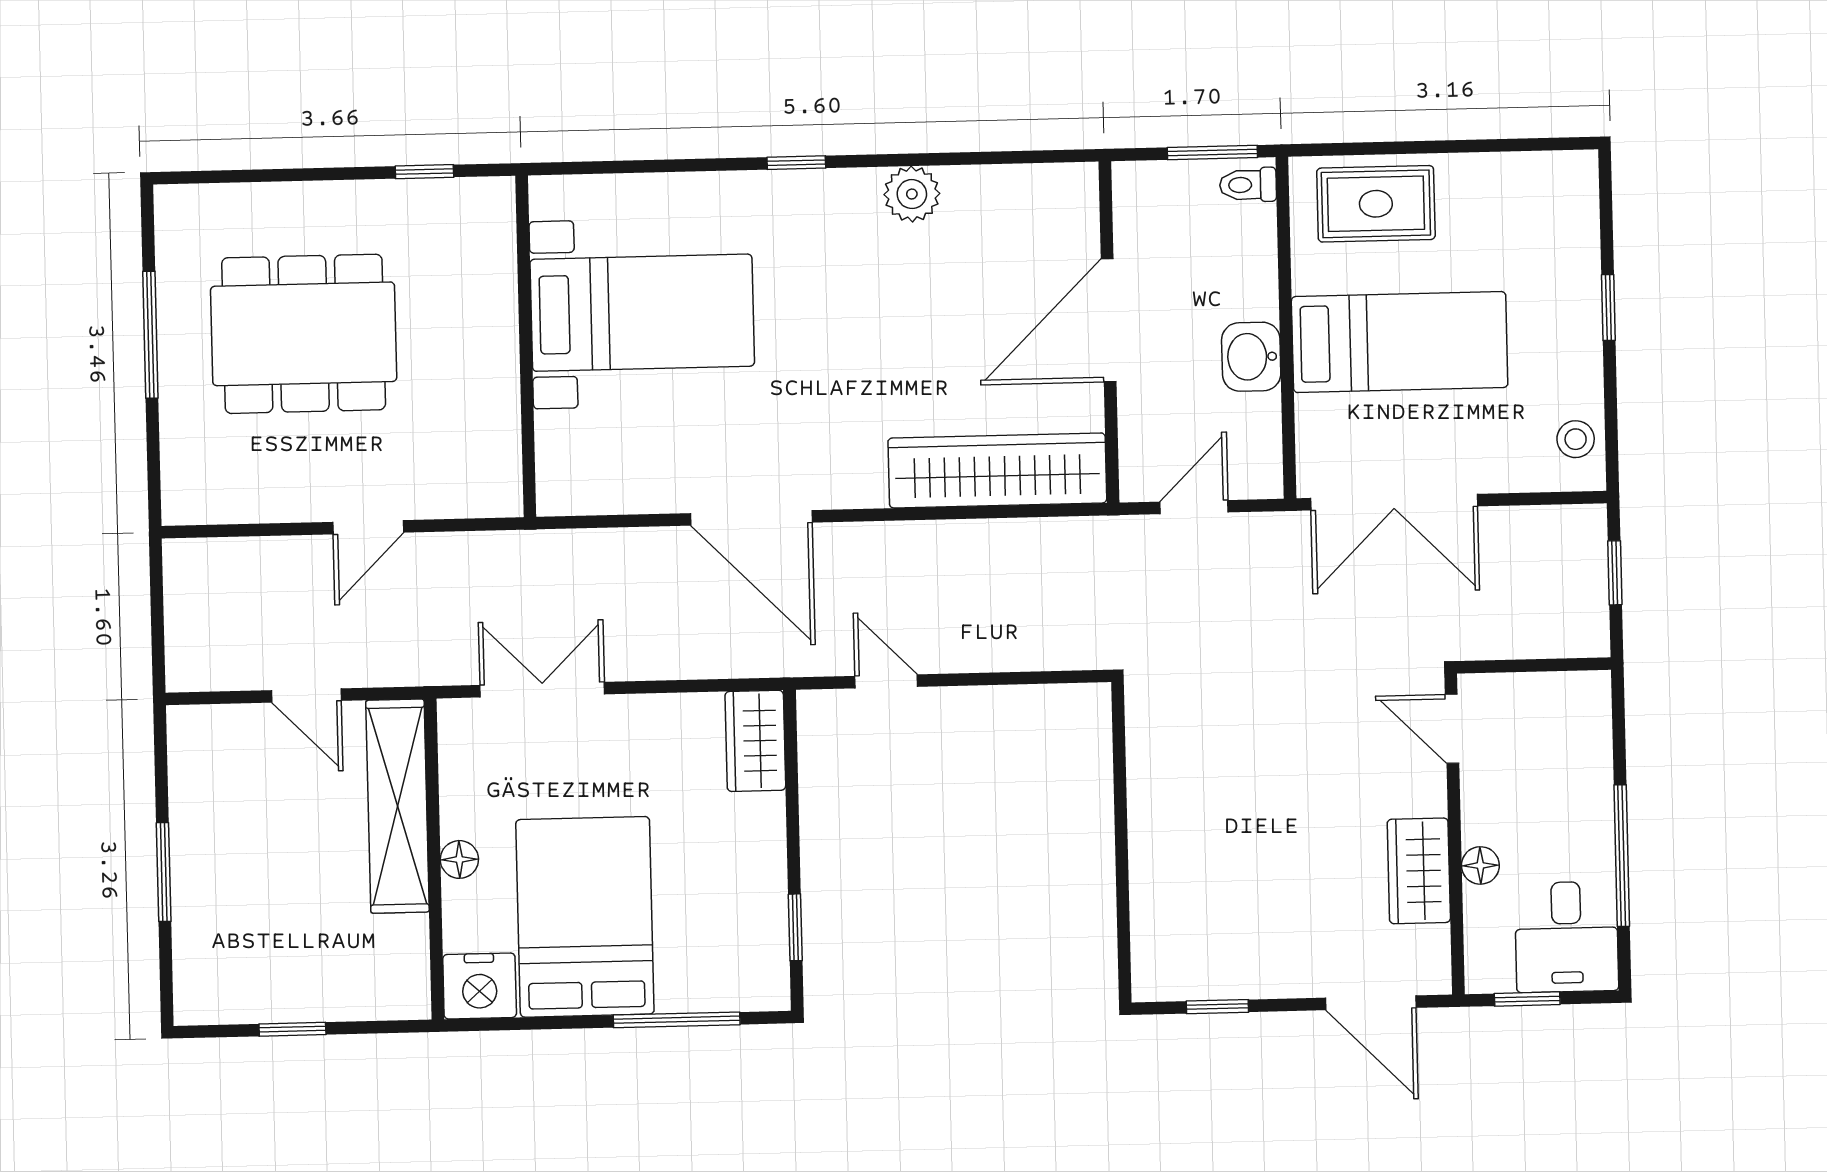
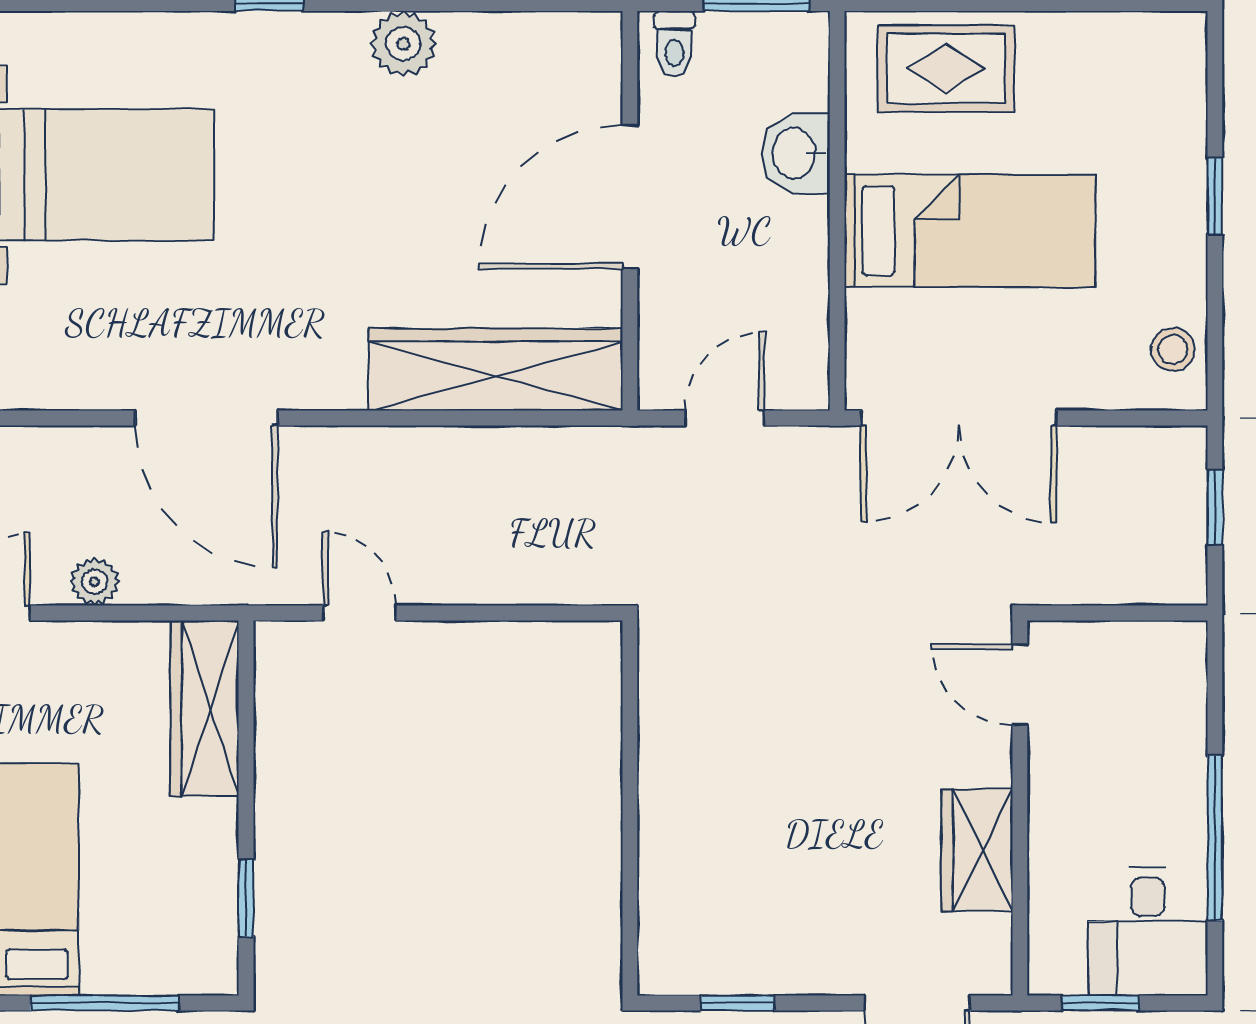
toilet: (1248, 185) -> (674, 44), moved, turned -90
washbasin: (1251, 357) -> (796, 153), moved
plant: (659, 660) -> (95, 582), added
wardrobe: (755, 741) -> (205, 708), width x1.50
floor lamp: (1480, 865) -> (1049, 845), removed

